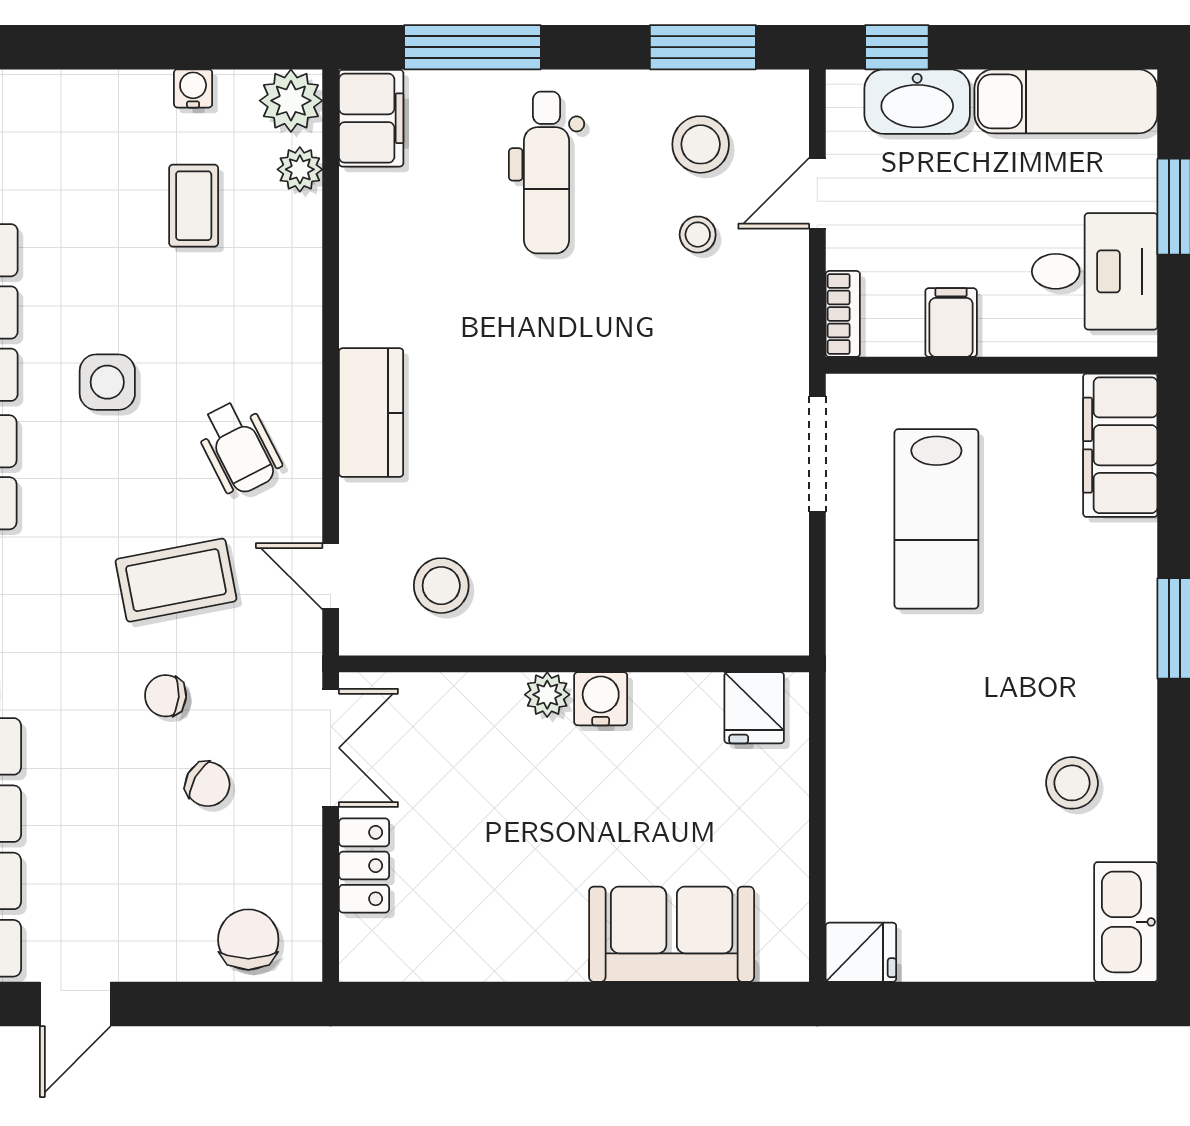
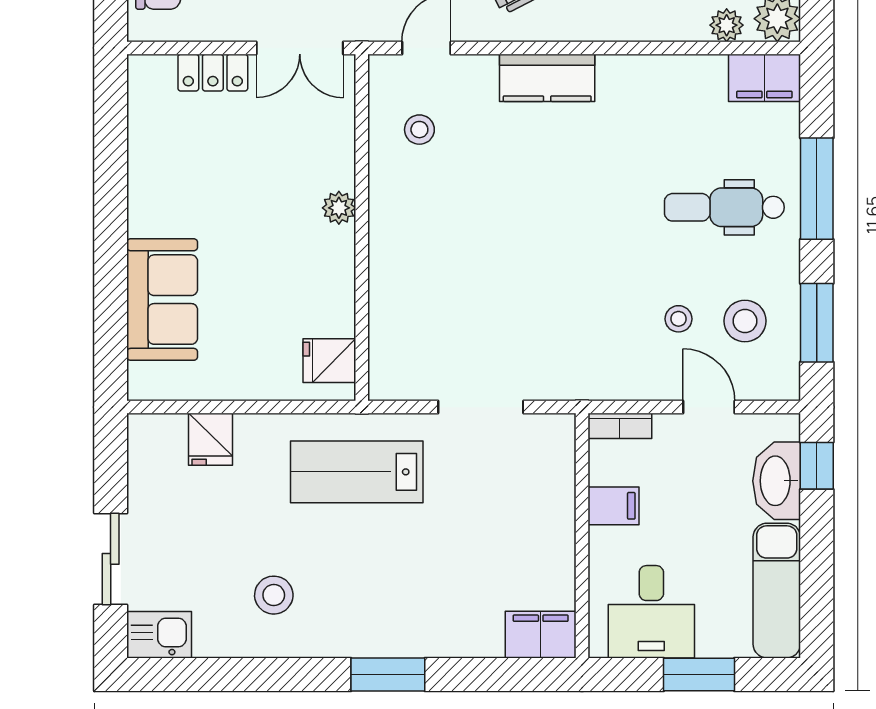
window: (472, 47) -> (817, 189), moved
filing cabinet: (1120, 445) -> (541, 635), width x0.67, depth x0.86
doorway: (817, 454) -> (481, 407), moved
lab bench: (936, 519) -> (357, 472), moved
stool: (441, 586) -> (419, 130), width x0.73, depth x0.73
water cooler: (601, 699) -> (336, 247), removed
kitchen sink: (1126, 922) -> (159, 635), width x0.73
fridge: (861, 952) -> (211, 439), moved
sliding door: (1023, 1004) -> (111, 559), added

